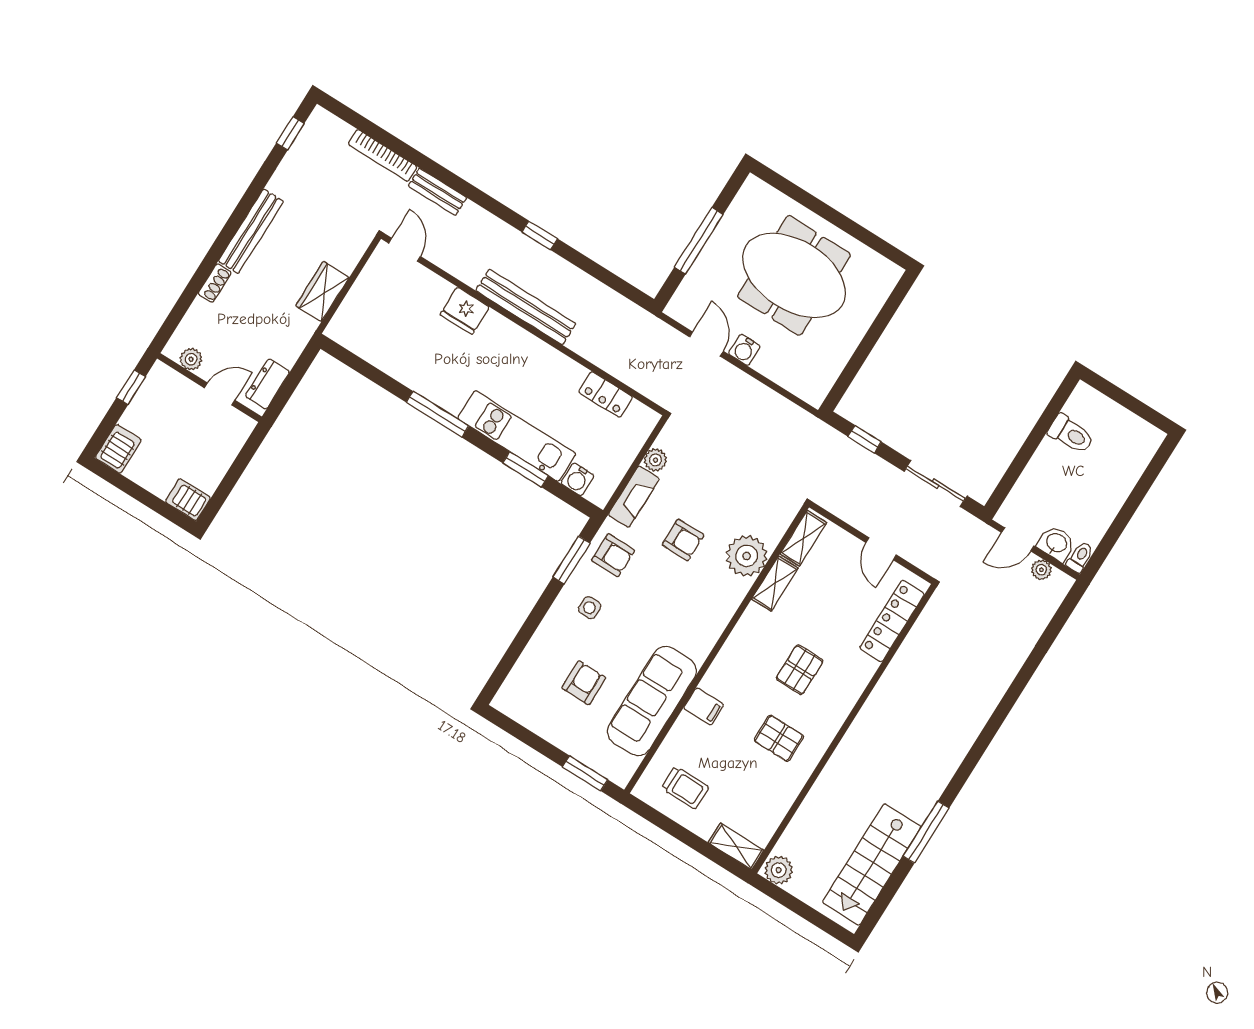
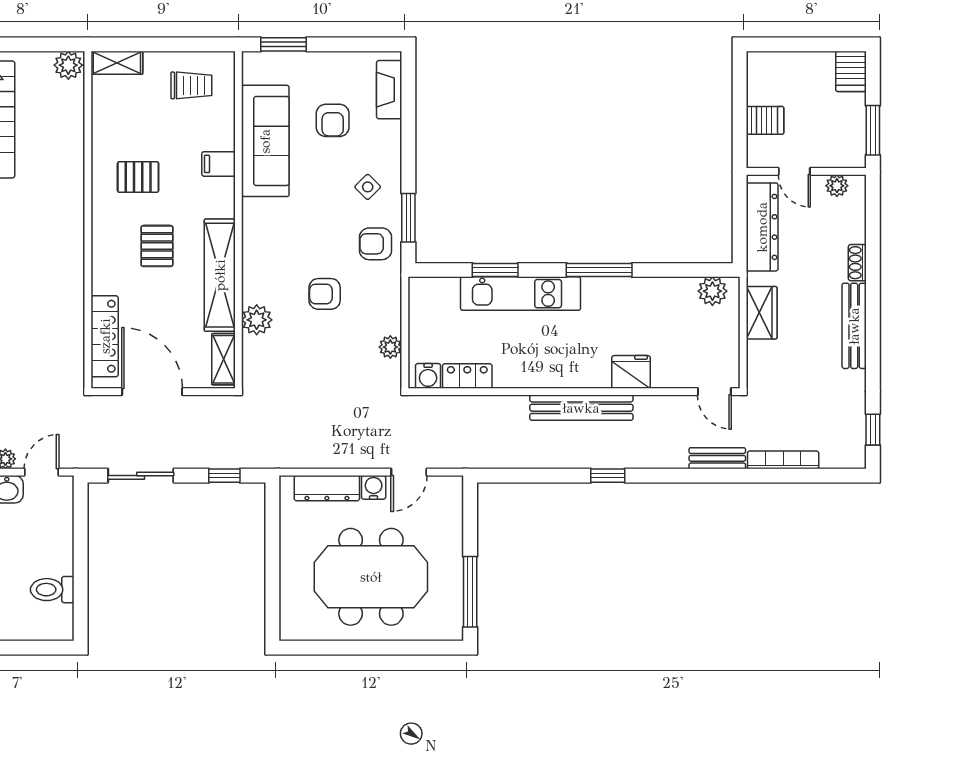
window: (699, 241) -> (470, 592), moved
plant: (353, 336) -> (712, 291), added
door: (706, 344) -> (409, 472), hinge flipped
dresser: (784, 374) -> (327, 488), added
dresser: (267, 384) -> (762, 227), width x1.96, depth x1.24
window: (131, 387) -> (873, 130), width x1.50
door: (220, 394) -> (794, 171), hinge flipped
water cooler: (577, 479) -> (428, 376), moved, turned 180
fireplace: (634, 497) -> (389, 90), moved
server rack: (188, 500) -> (765, 120), moved
door: (881, 549) -> (152, 392), width x1.88
plant: (747, 556) -> (257, 320), width x0.73, depth x0.73
shelving: (775, 584) -> (220, 275), width x2.20, depth x1.33
side table: (590, 608) -> (368, 187), turned 45
trolley: (685, 788) -> (191, 85), turned 180

